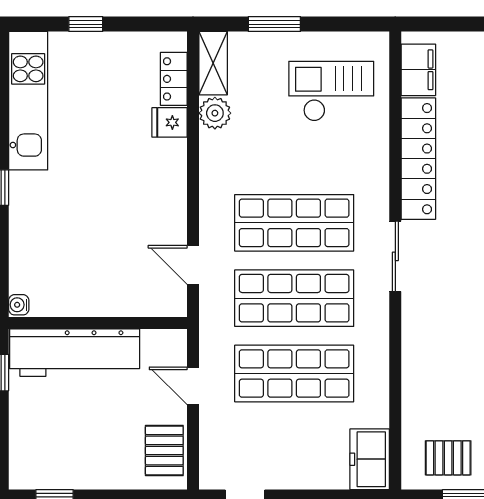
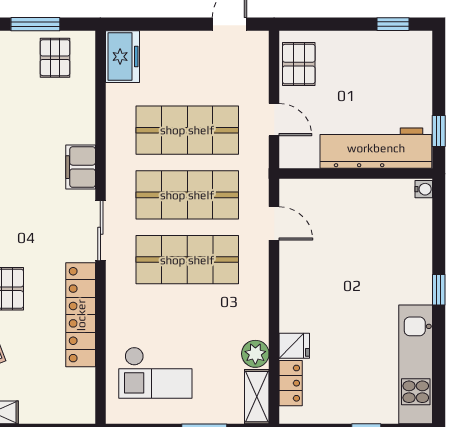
filing cabinet: (418, 70) -> (81, 167), moved
pallet: (448, 458) -> (55, 58), turned 90

